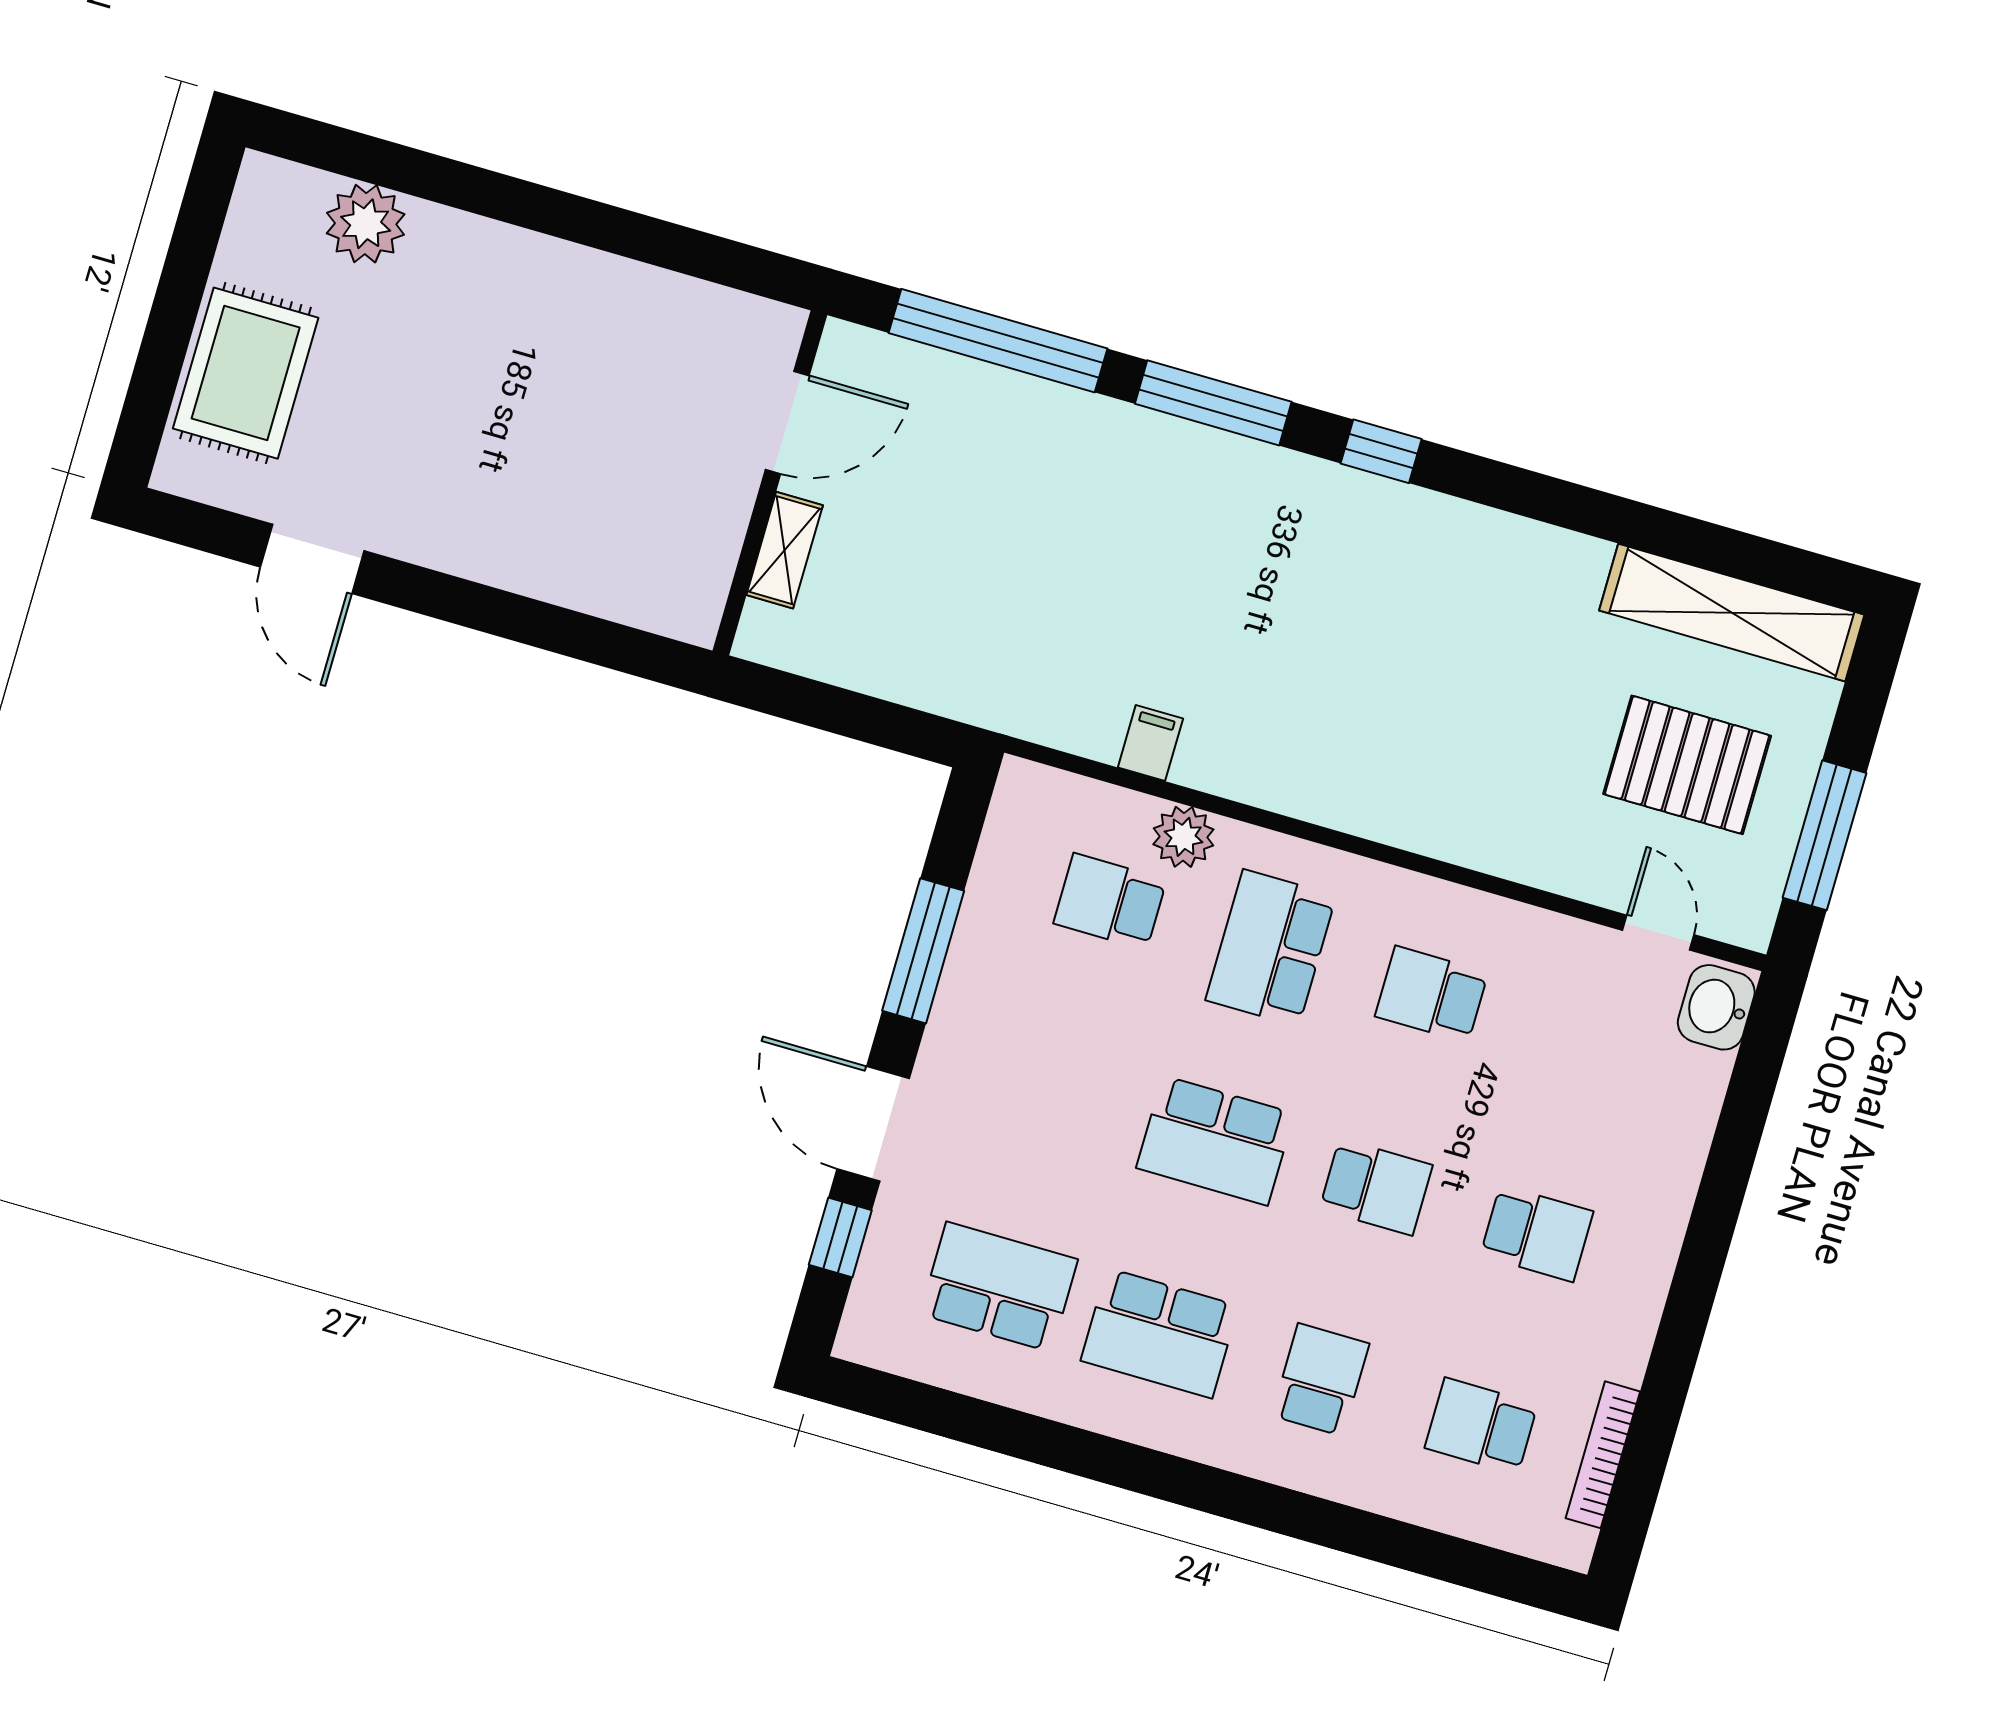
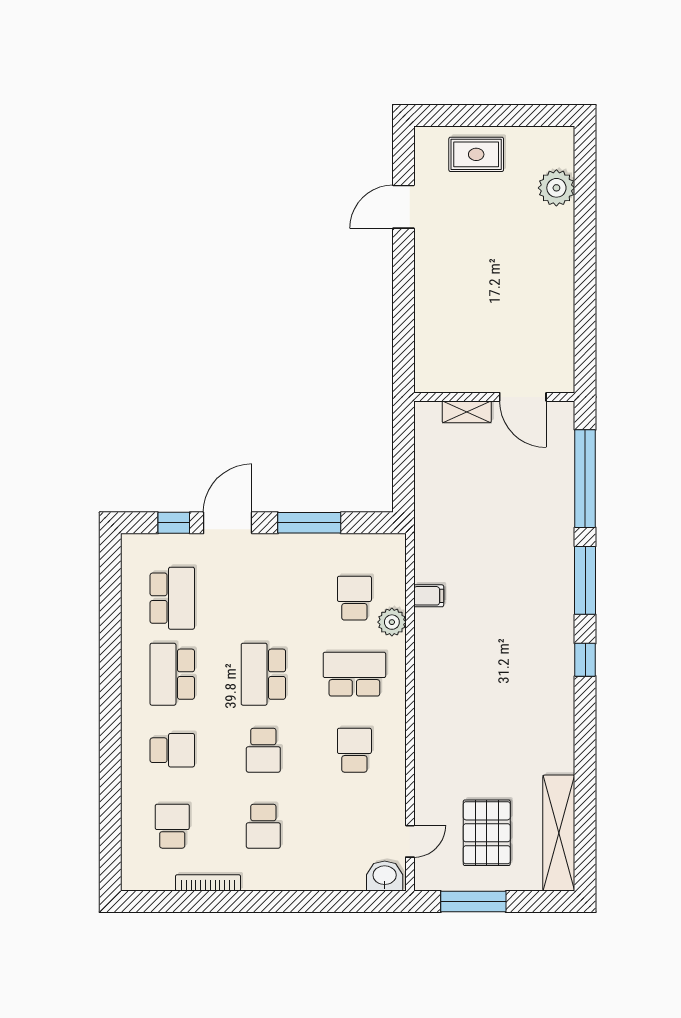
rug: (246, 373) -> (476, 154), width x0.73, depth x0.70
bookcase: (1603, 1455) -> (208, 883), moved

